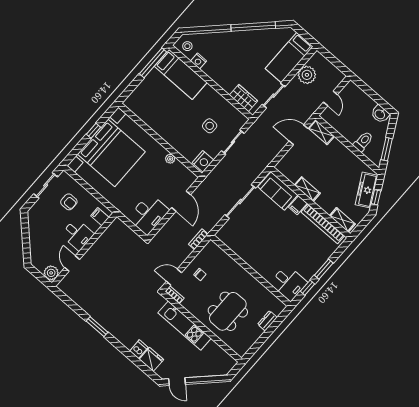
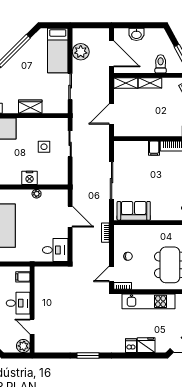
wardrobe: (243, 98) -> (30, 107), moved
door: (330, 98) -> (112, 54), width x1.87
washbasin: (380, 114) -> (136, 34), moved
door: (299, 135) -> (112, 114), moved
nightstand: (203, 161) -> (30, 178), moved, turned 90
shelving: (307, 189) -> (150, 83), moved
sofa: (278, 191) -> (134, 211), moved, turned 180
desk: (148, 214) -> (55, 250), width x0.73

